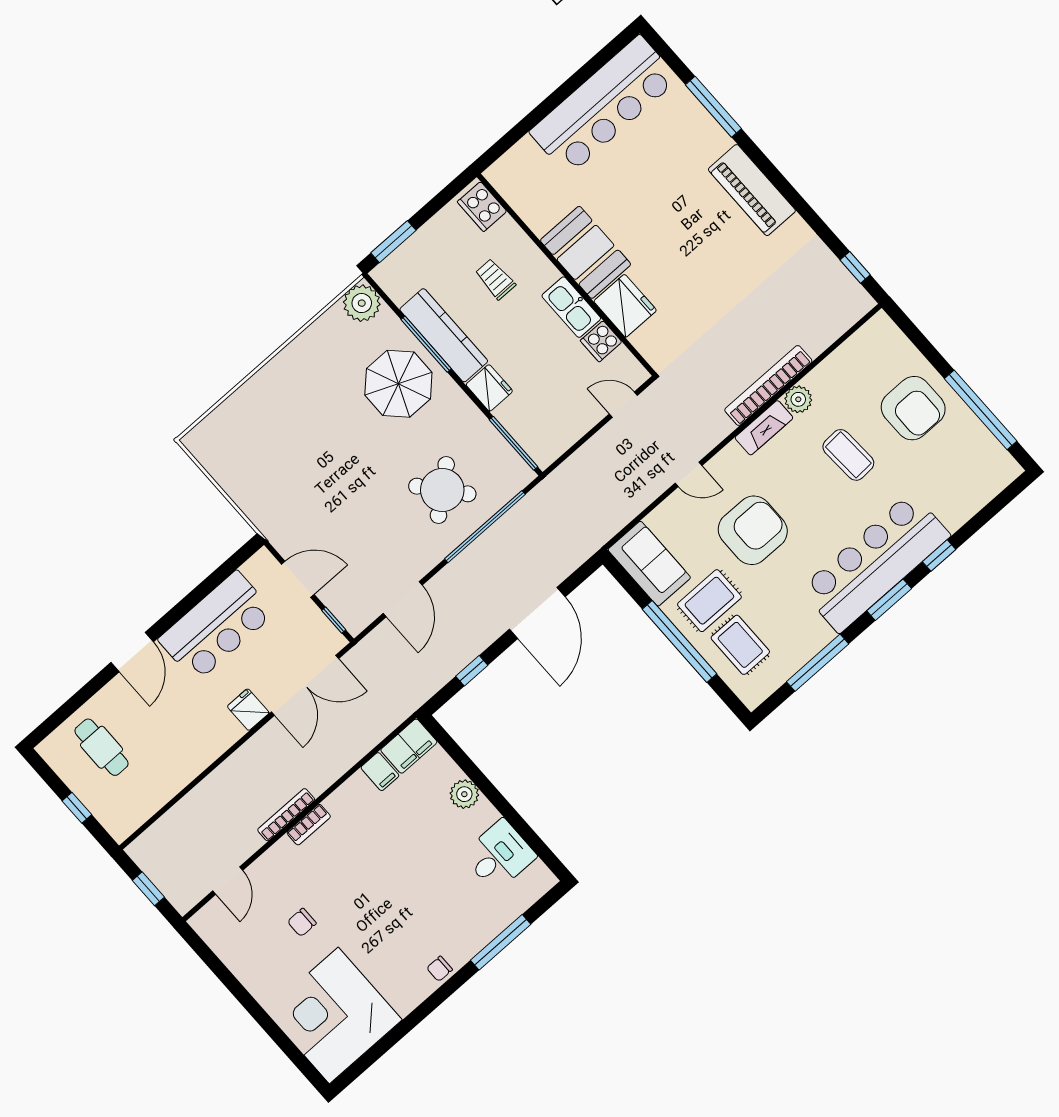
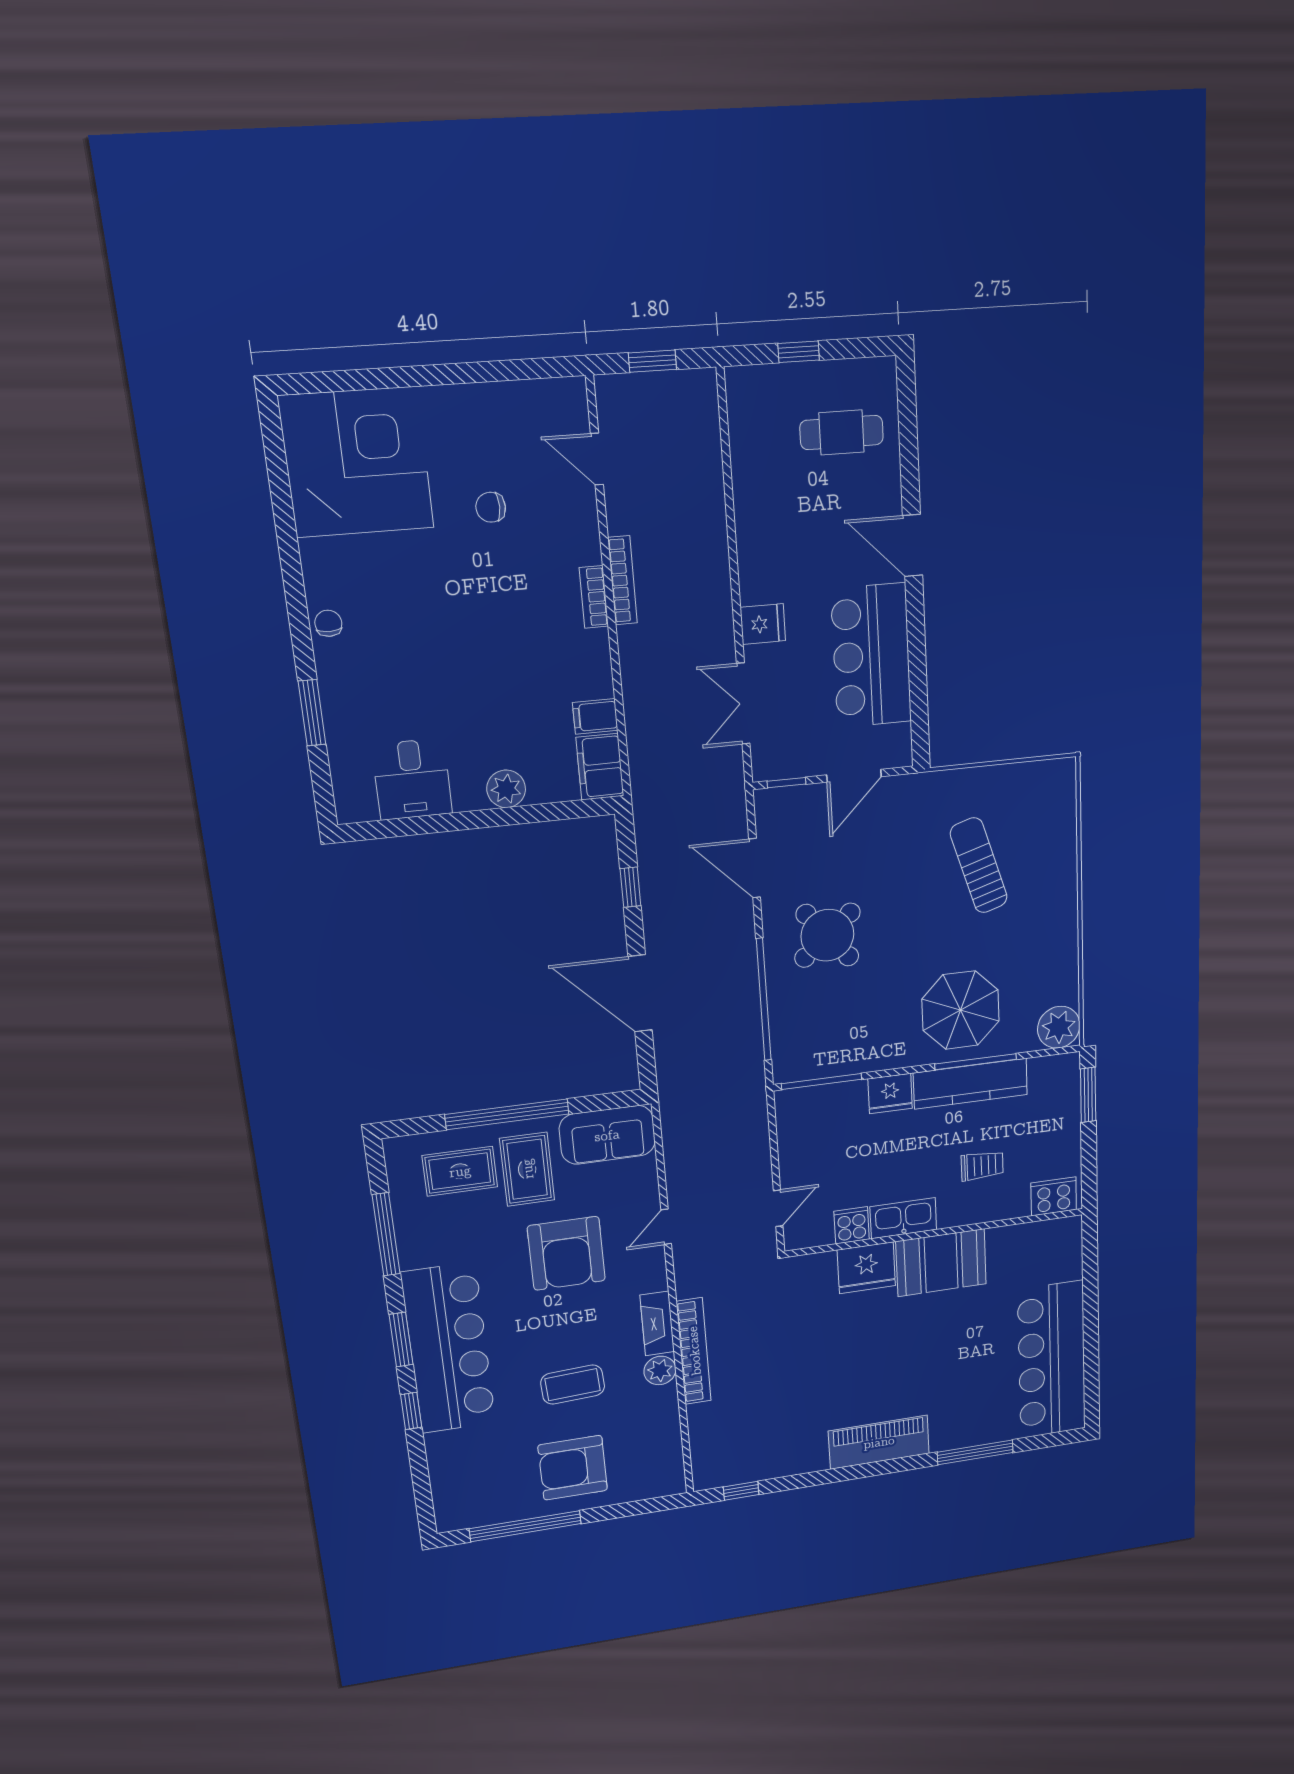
sun lounger: (295, 449) -> (979, 865), added
round table: (442, 490) -> (827, 935), moved
double door: (305, 685) -> (743, 704), width x0.73
chair: (302, 922) -> (491, 507), turned -90
window: (501, 942) -> (312, 713), width x0.69

